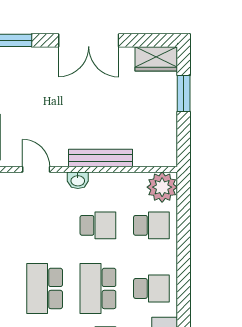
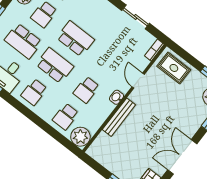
door: (36, 169) -> (138, 81), swing flipped

